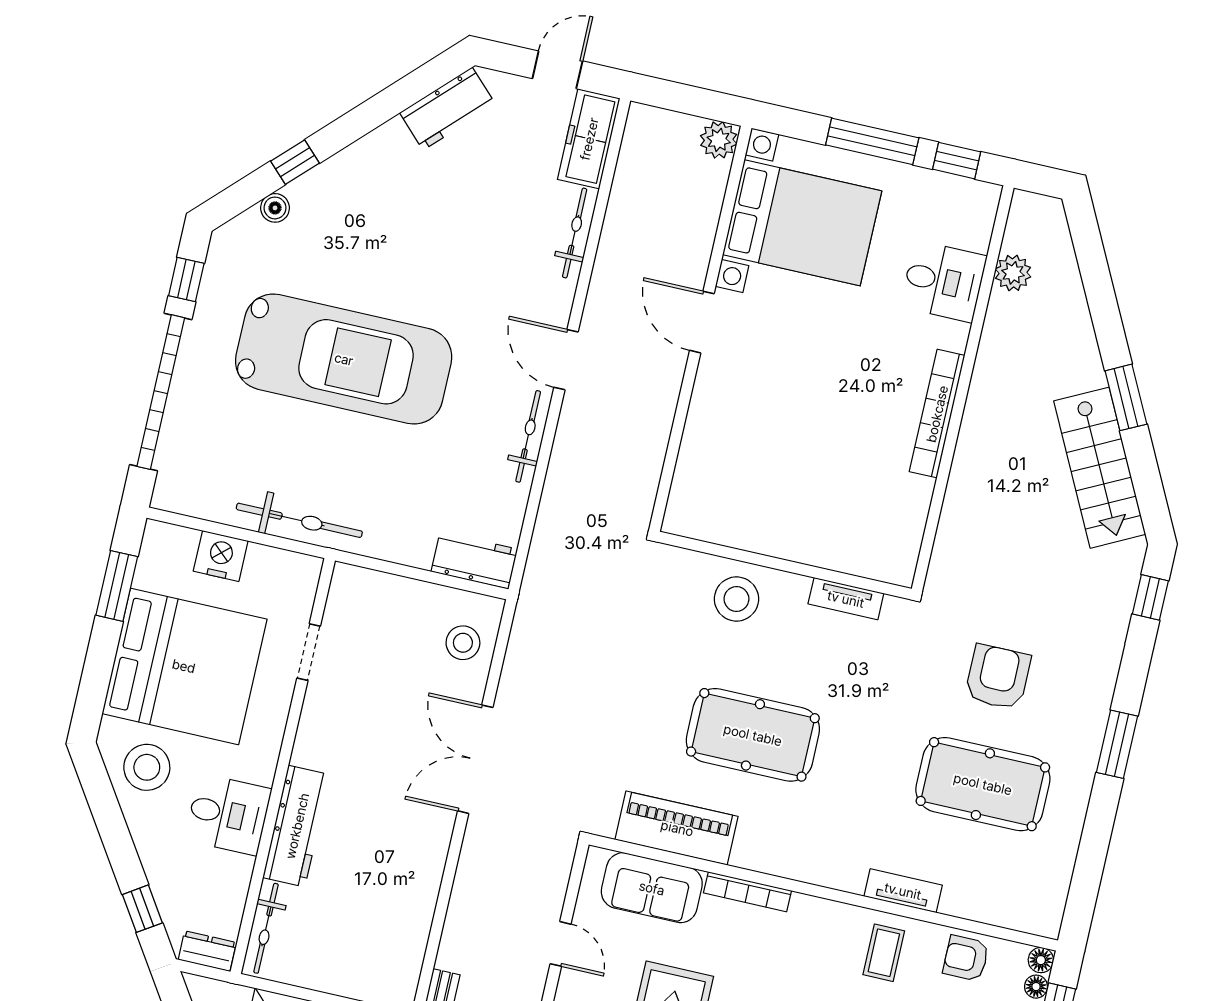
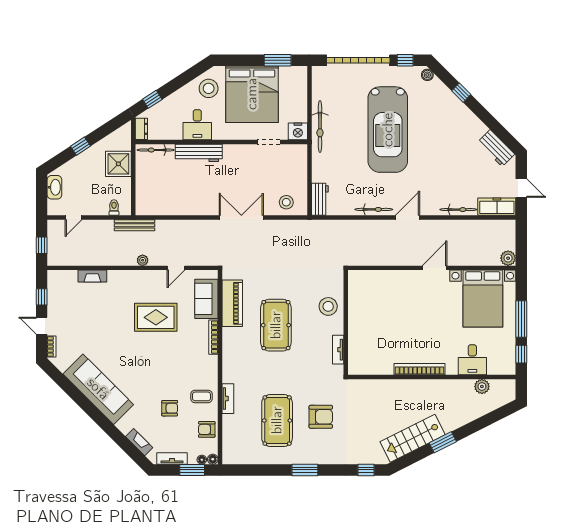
boiler: (275, 208) -> (427, 75), moved
nightstand: (221, 556) -> (298, 131), moved, turned 90
armchair: (966, 958) -> (207, 429), turned -90

